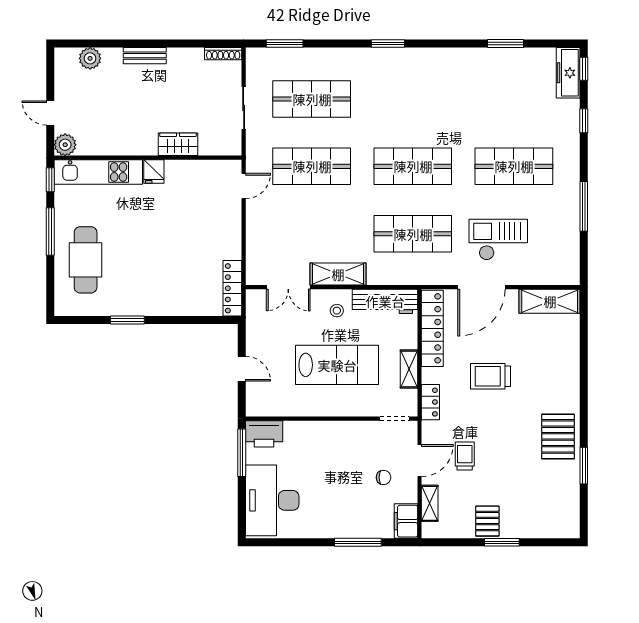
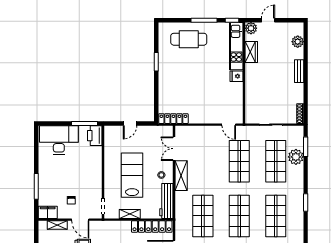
plant: (303, 62) -> (296, 157), added
shop shelf: (413, 99) -> (276, 216), added
wardrobe: (178, 144) -> (251, 52), moved
lab bench: (337, 365) -> (132, 175), turned 180
locker: (430, 402) -> (112, 226), removed

